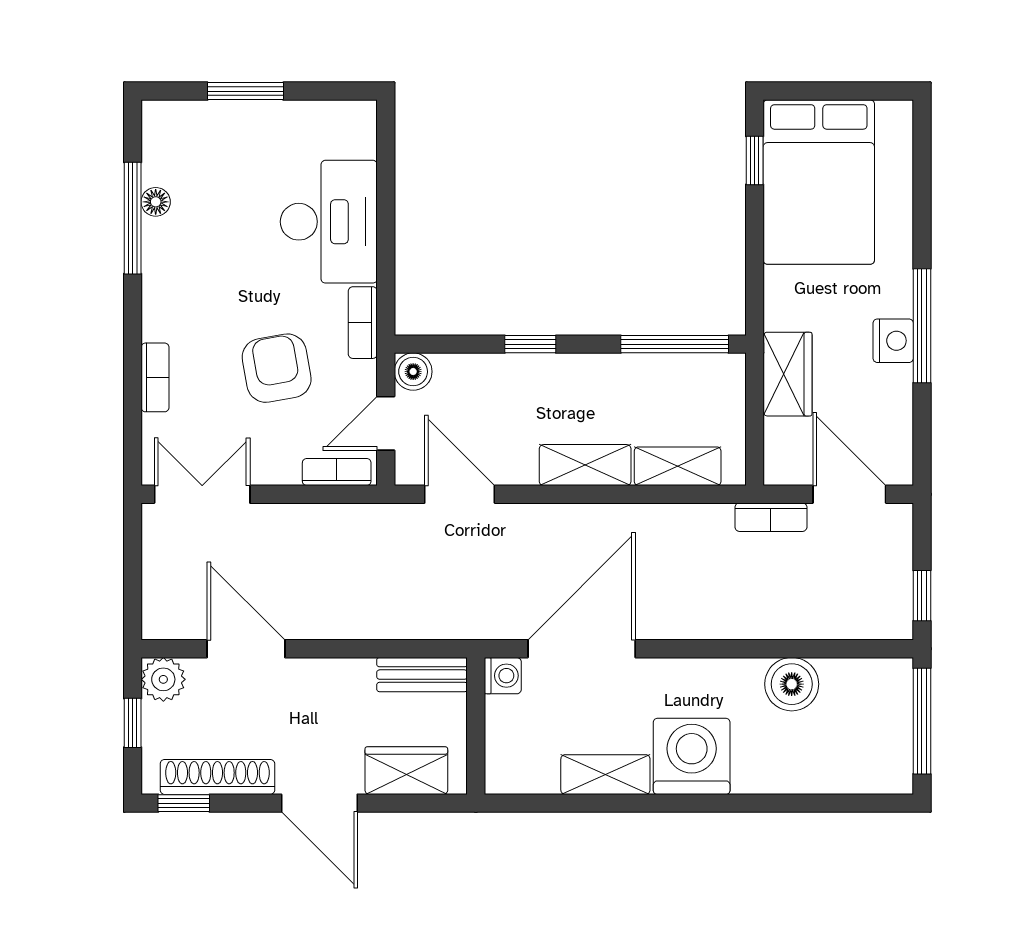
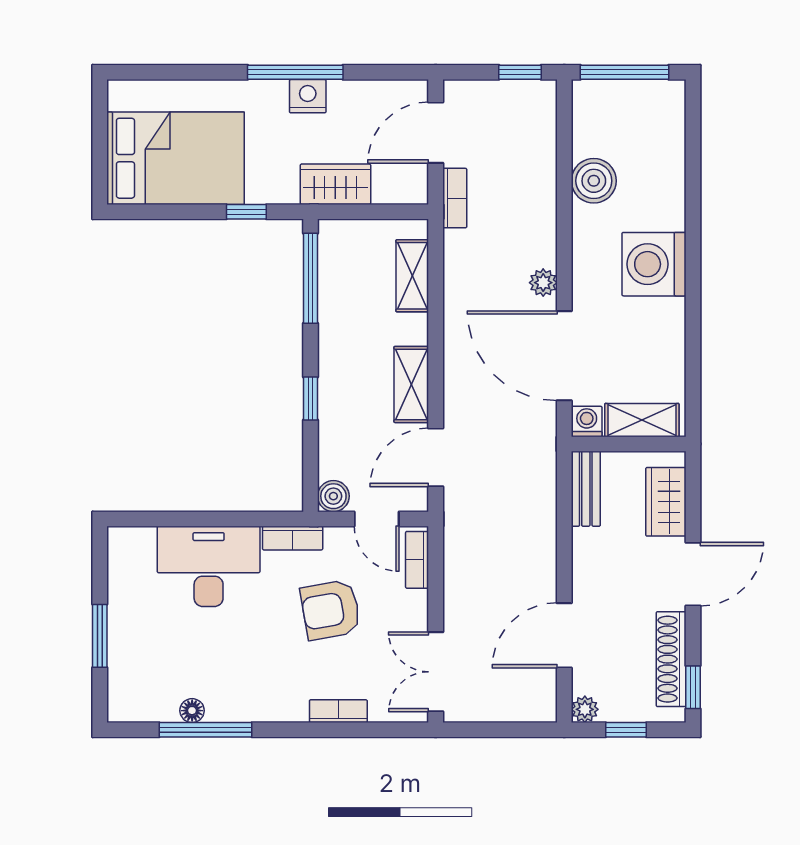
window: (755, 160) -> (246, 212), moved
shelving: (585, 465) -> (411, 384), moved
plant: (669, 623) -> (543, 283), added
plant: (163, 679) -> (585, 709), width x0.73, depth x0.73
shelving: (605, 775) -> (642, 420), moved, turned 90

